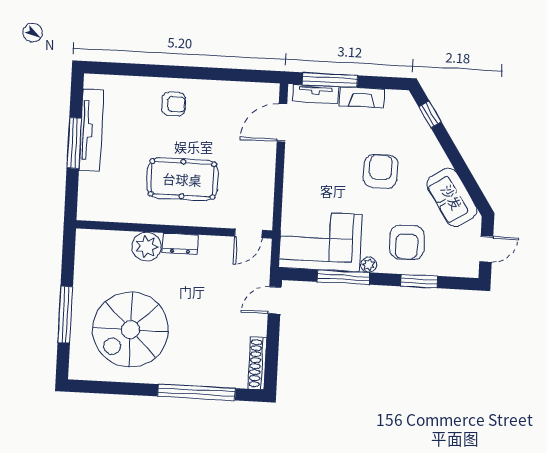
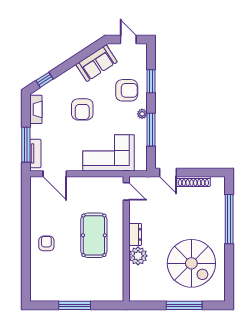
fireplace: (362, 97) -> (36, 109), moved
tv unit: (91, 130) -> (66, 295), removed
armchair: (381, 171) -> (82, 109), turned -90
corner sofa: (320, 241) -> (108, 153), moved, turned 90
shoe rack: (257, 363) -> (193, 182), moved

